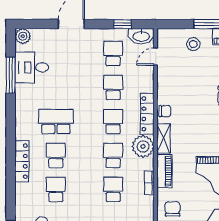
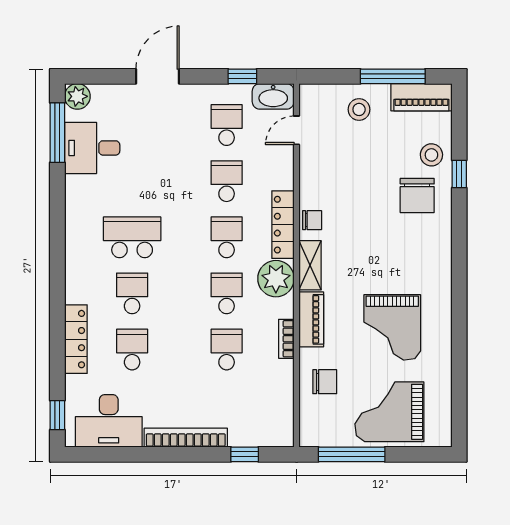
window: (11, 75) -> (57, 133), moved
locker: (22, 161) -> (76, 339), moved
chair: (173, 209) -> (325, 382), turned 90

